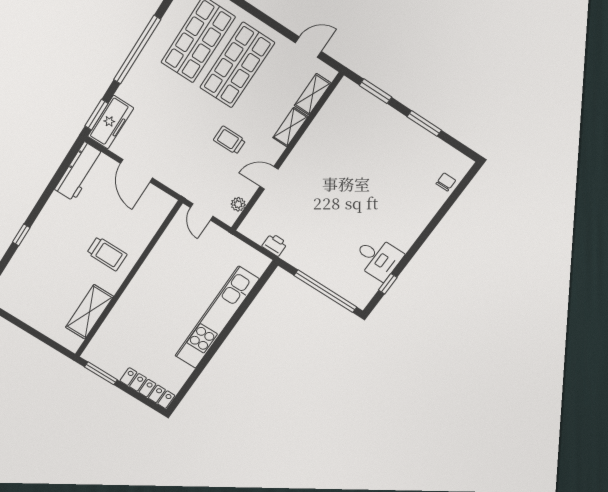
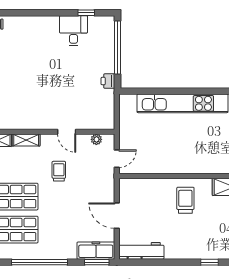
trolley: (229, 140) -> (59, 171), turned 180
door: (136, 171) -> (117, 216), swing flipped
printer: (275, 245) -> (108, 81), moved

